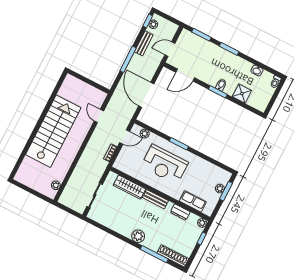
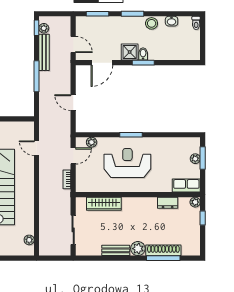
bench: (144, 43) -> (44, 52), width x1.36
door: (170, 49) -> (73, 44), swing flipped
stool: (240, 64) -> (152, 23), added
shower: (242, 94) -> (130, 52), moved
door: (146, 95) -> (73, 103), width x0.53
reception desk: (165, 164) -> (127, 163), turned 180
bench: (155, 199) -> (116, 250), moved
row of seats: (193, 201) -> (186, 186), moved
shoe rack: (173, 256) -> (163, 250), moved

